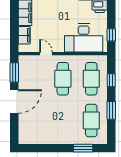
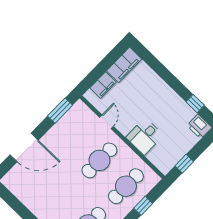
desk: (84, 38) -> (145, 136), width x0.53, depth x0.77
door: (14, 101) -> (24, 147), moved

